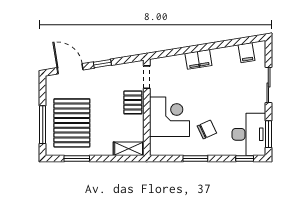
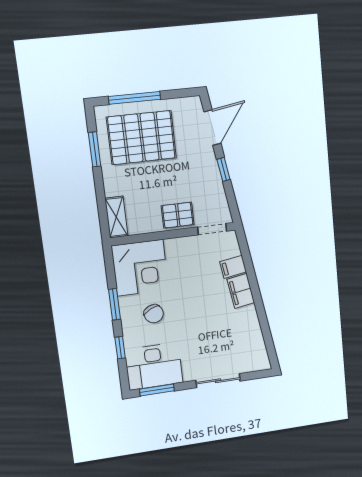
filing cabinet: (247, 53) -> (233, 267), moved
corner desk: (170, 117) -> (140, 268), moved
window: (245, 158) -> (120, 348), moved

